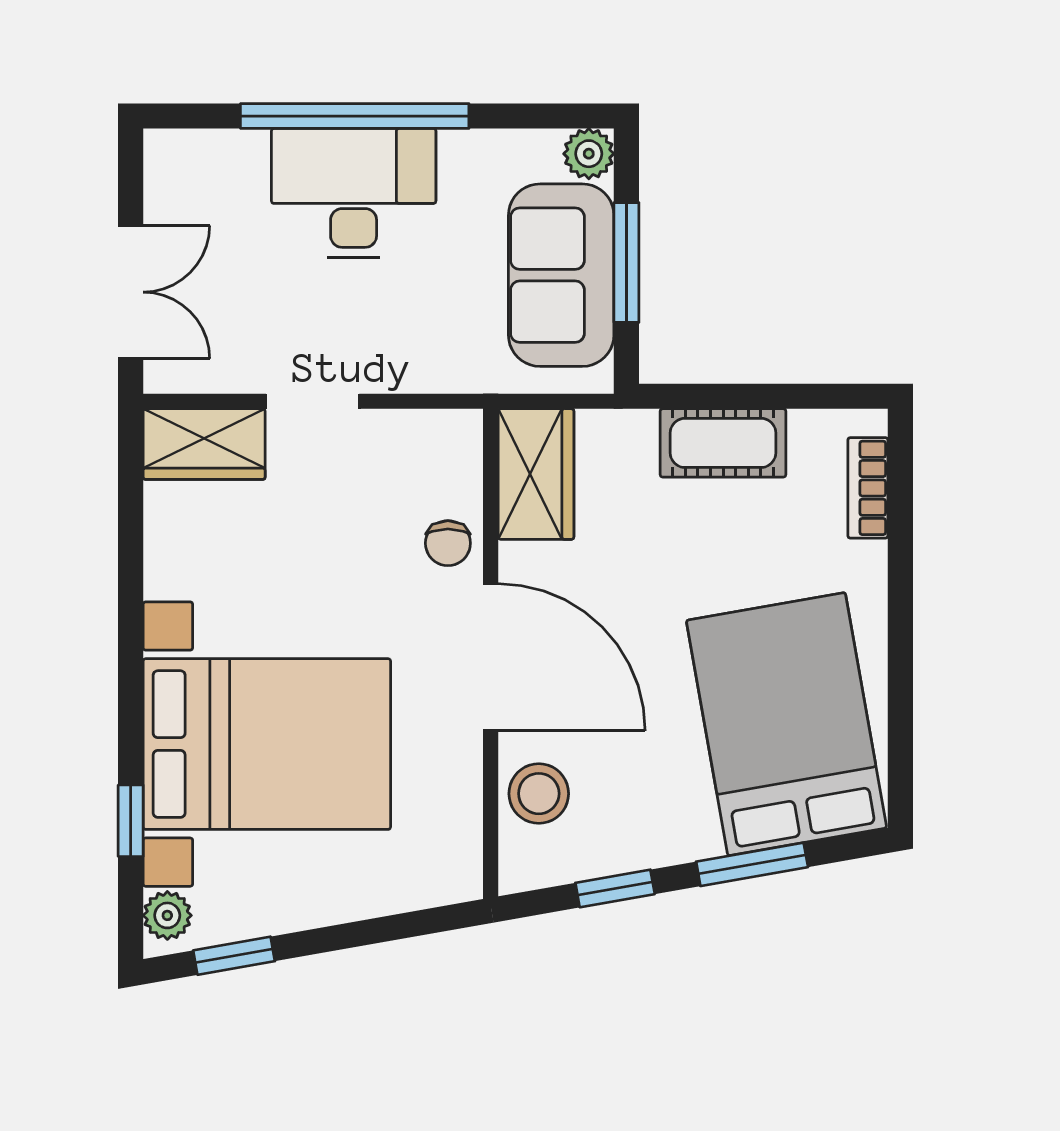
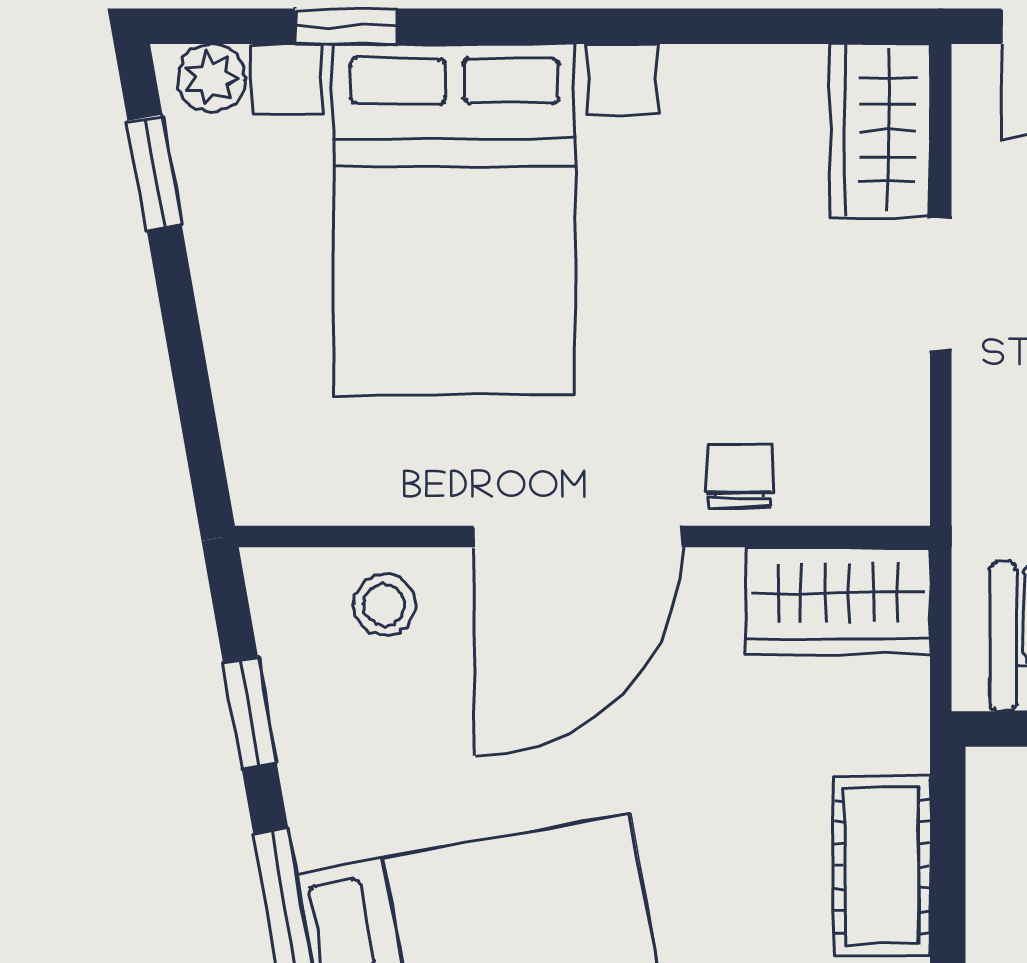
chair: (448, 543) -> (740, 476), turned 90
stool: (539, 794) -> (385, 605), width x0.73, depth x0.73

